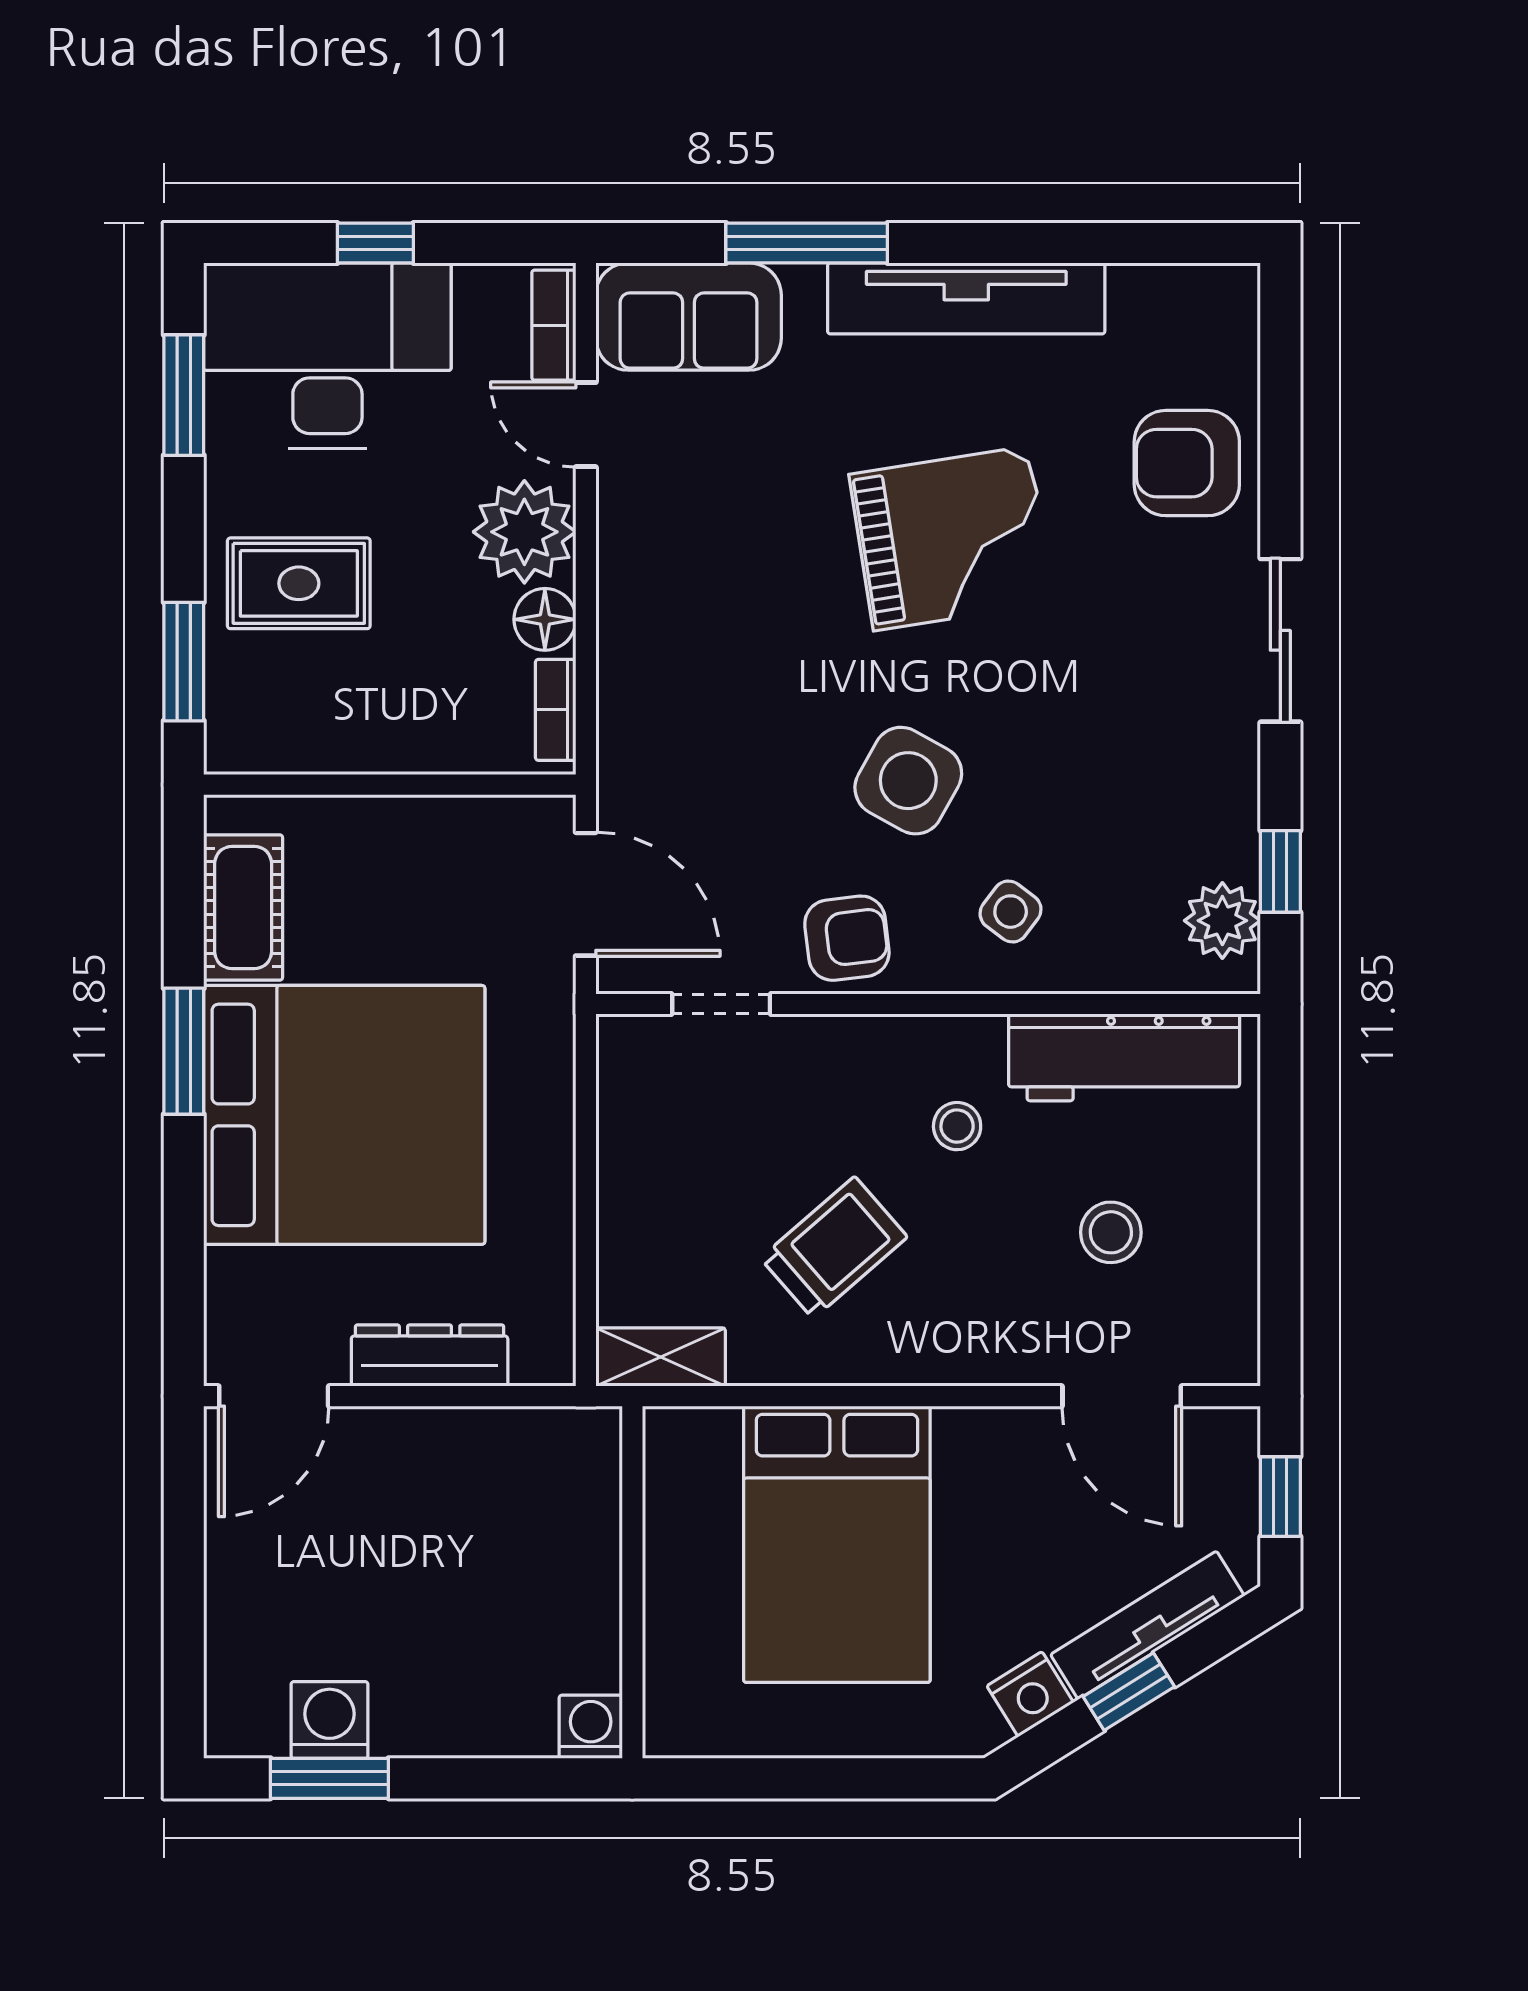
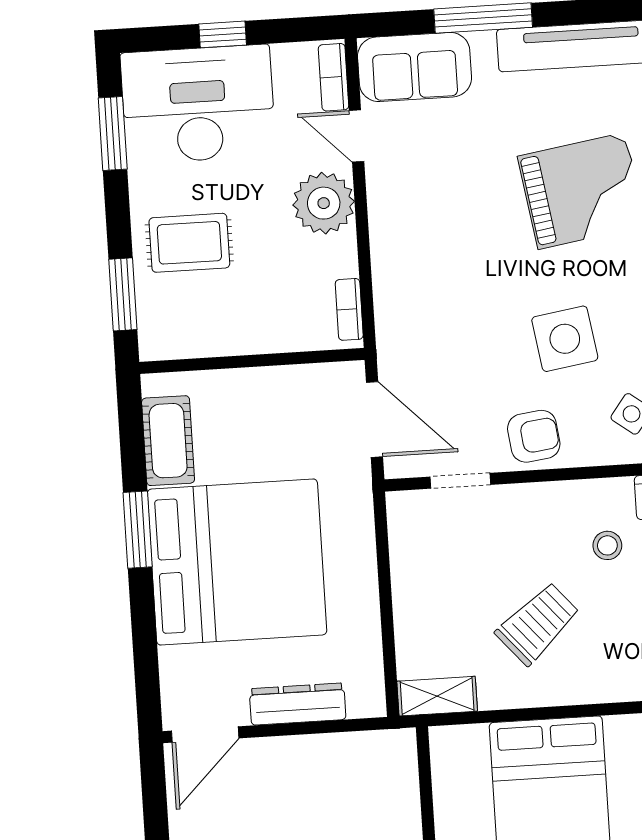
floor lamp: (545, 619) -> (339, 255), removed
side table: (908, 781) -> (565, 339), turned -38

